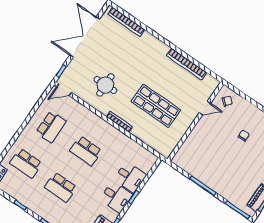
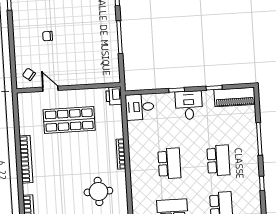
bookcase: (187, 64) -> (26, 159), moved
shop shelf: (156, 106) -> (69, 120), moved, turned 90
printer: (165, 149) -> (114, 96), added
desk: (130, 177) -> (140, 107), moved, turned -90

